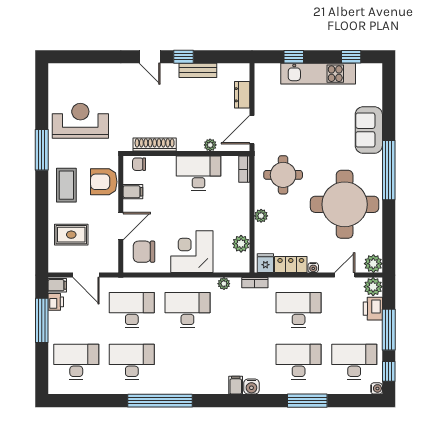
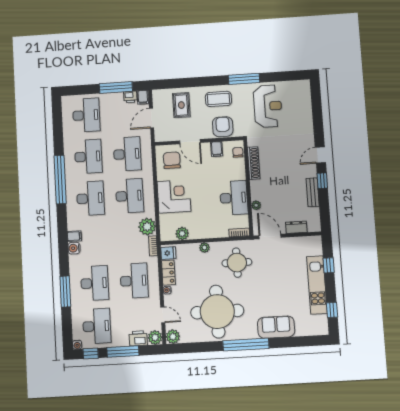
plant: (224, 284) -> (147, 227), width x1.88, depth x1.88
desk: (187, 362) -> (90, 198), added

